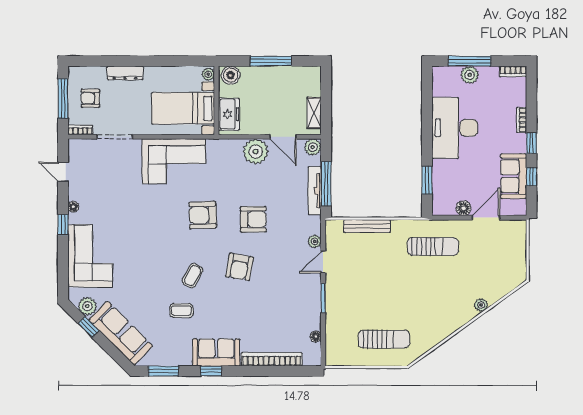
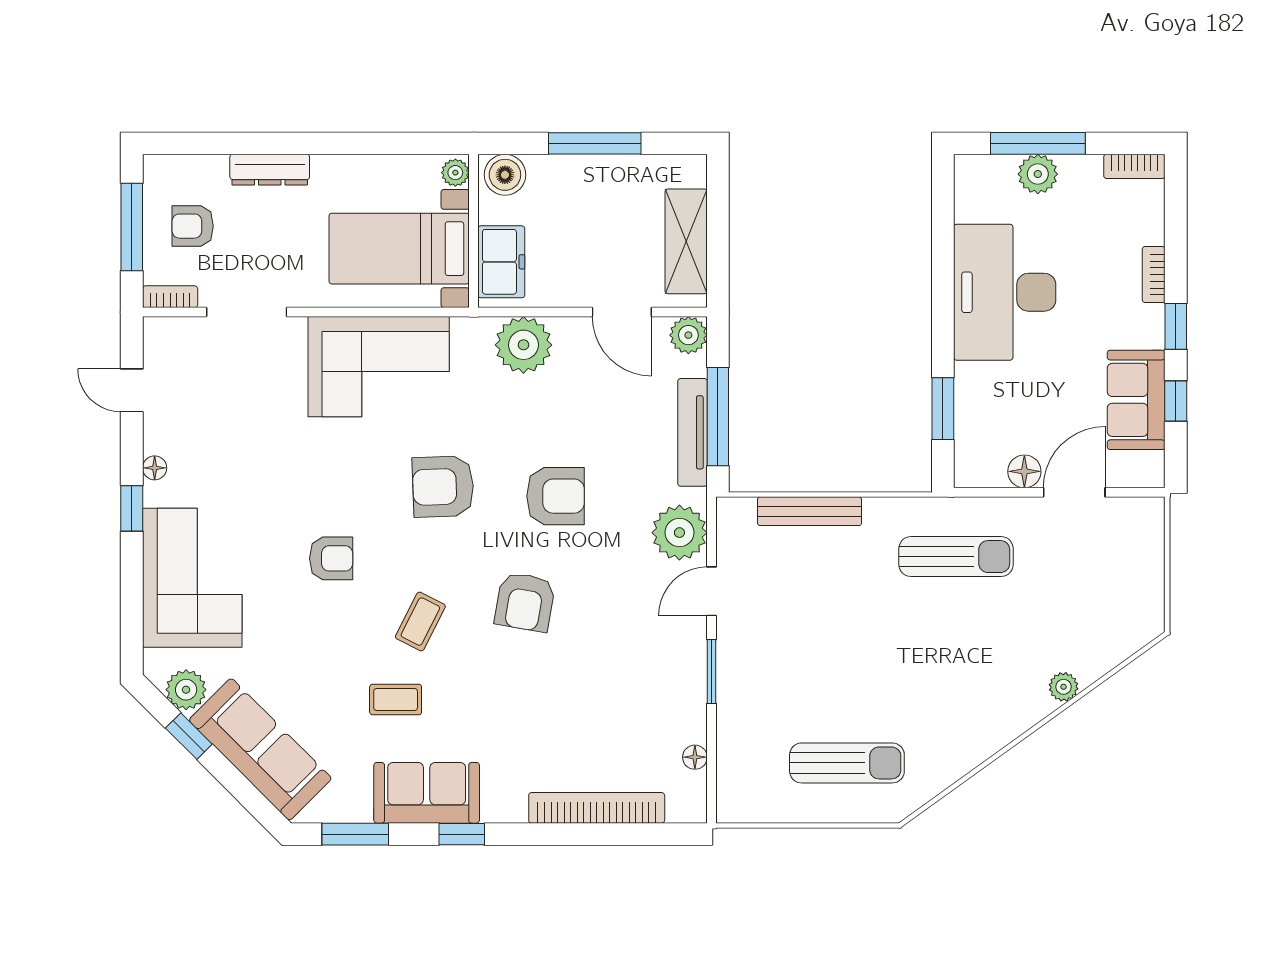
shelving: (314, 113) -> (686, 241), width x1.50, depth x1.33
plant: (256, 151) -> (523, 345), moved
plant: (315, 241) -> (679, 533), width x1.88, depth x1.88
armchair: (153, 247) -> (331, 558), added
sofa: (216, 352) -> (427, 793), moved

